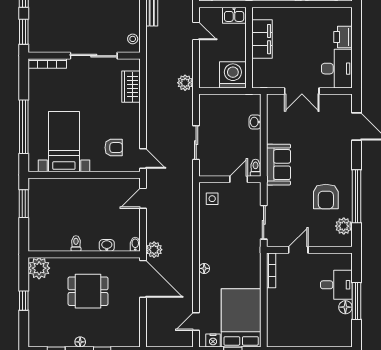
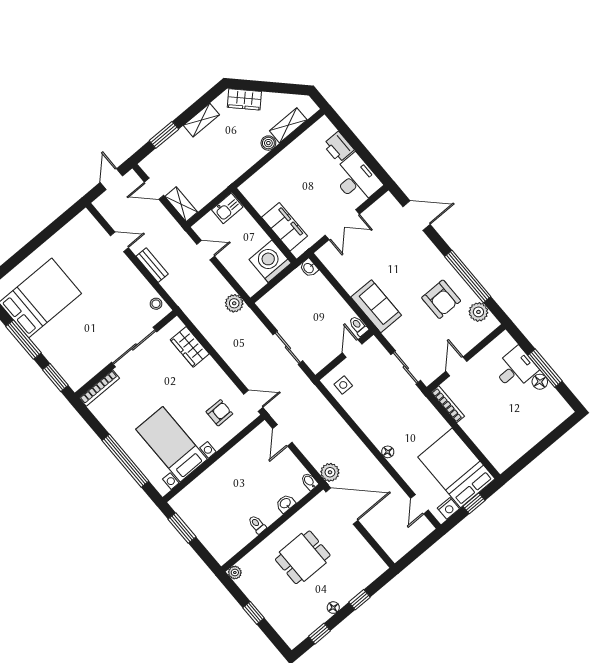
filing cabinet: (262, 39) -> (285, 227), moved
washbasin: (255, 122) -> (309, 268), moved
plant: (39, 268) -> (235, 573), width x0.53, depth x0.53

